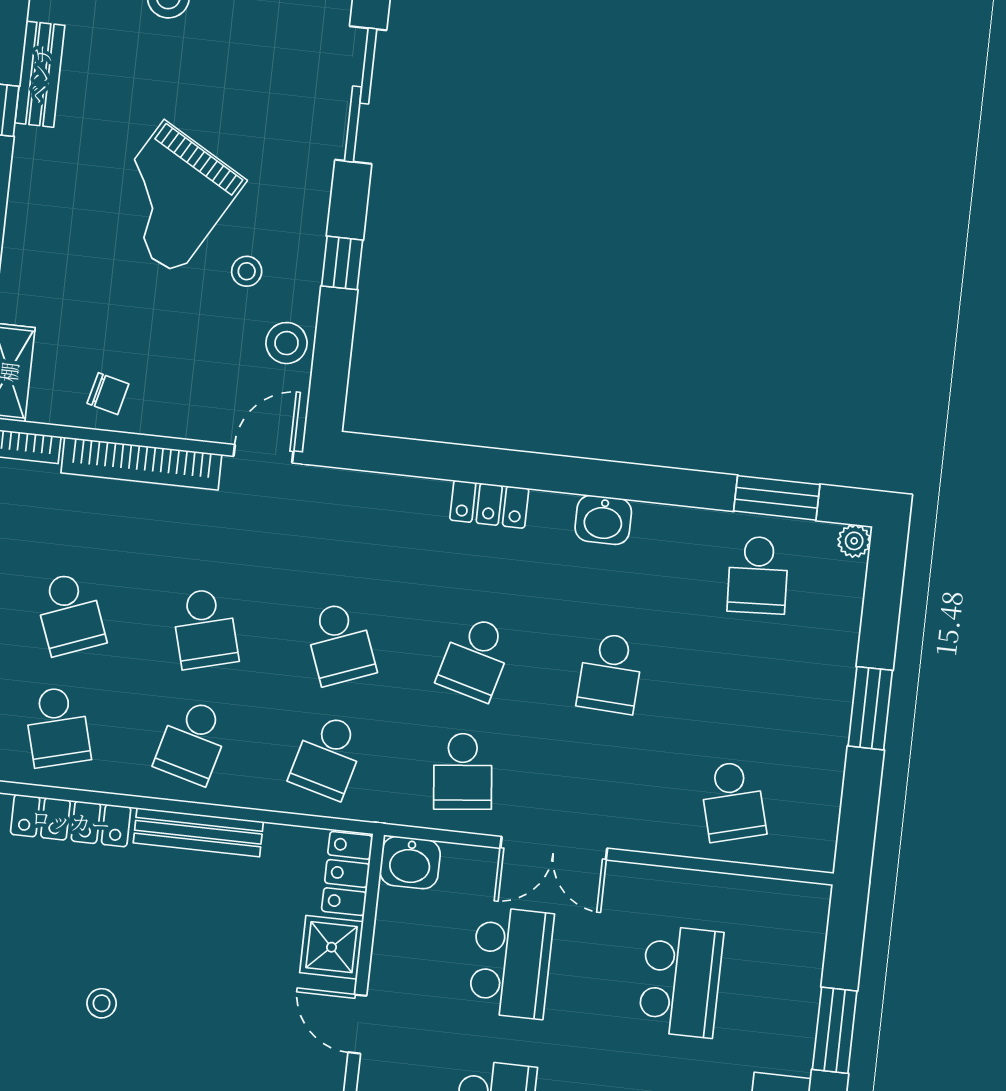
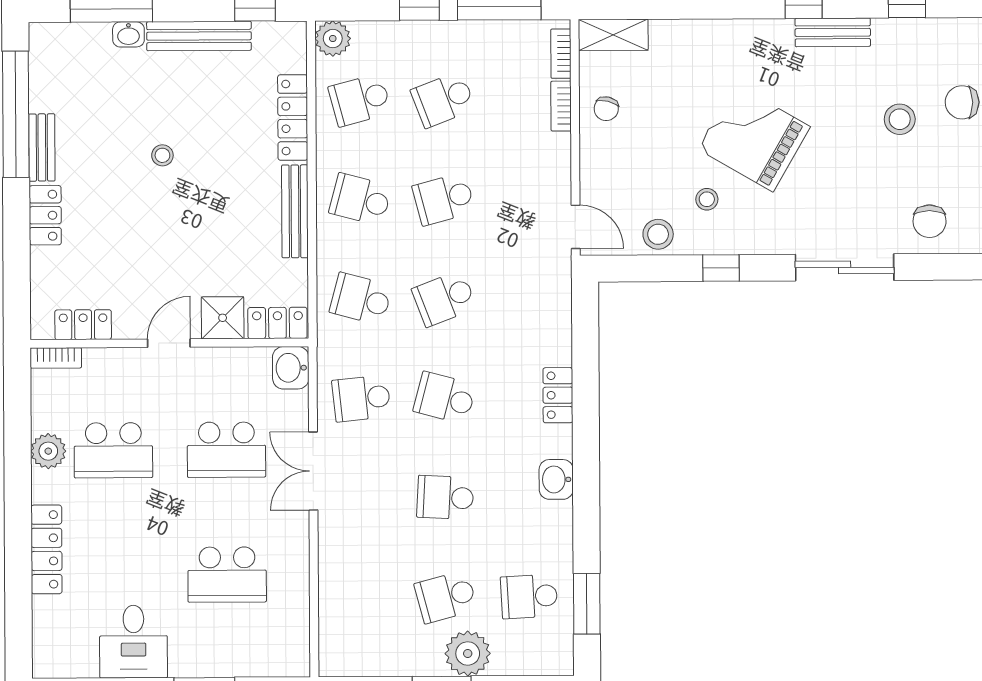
bookcase: (141, 464) -> (561, 106), width x0.43, depth x0.76
plant: (854, 541) -> (468, 653), moved, width x1.87, depth x1.87
school desk: (733, 801) -> (446, 597), moved

